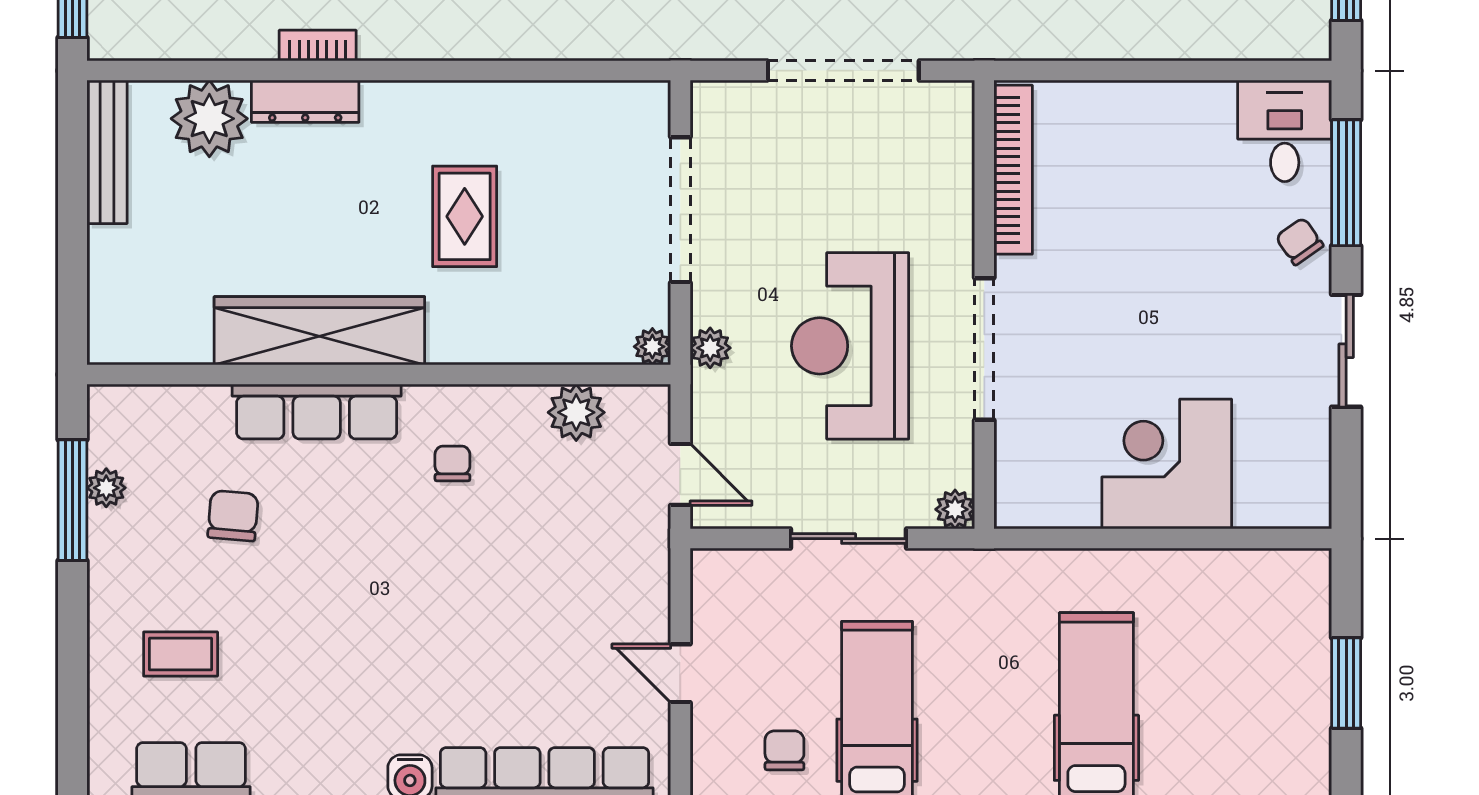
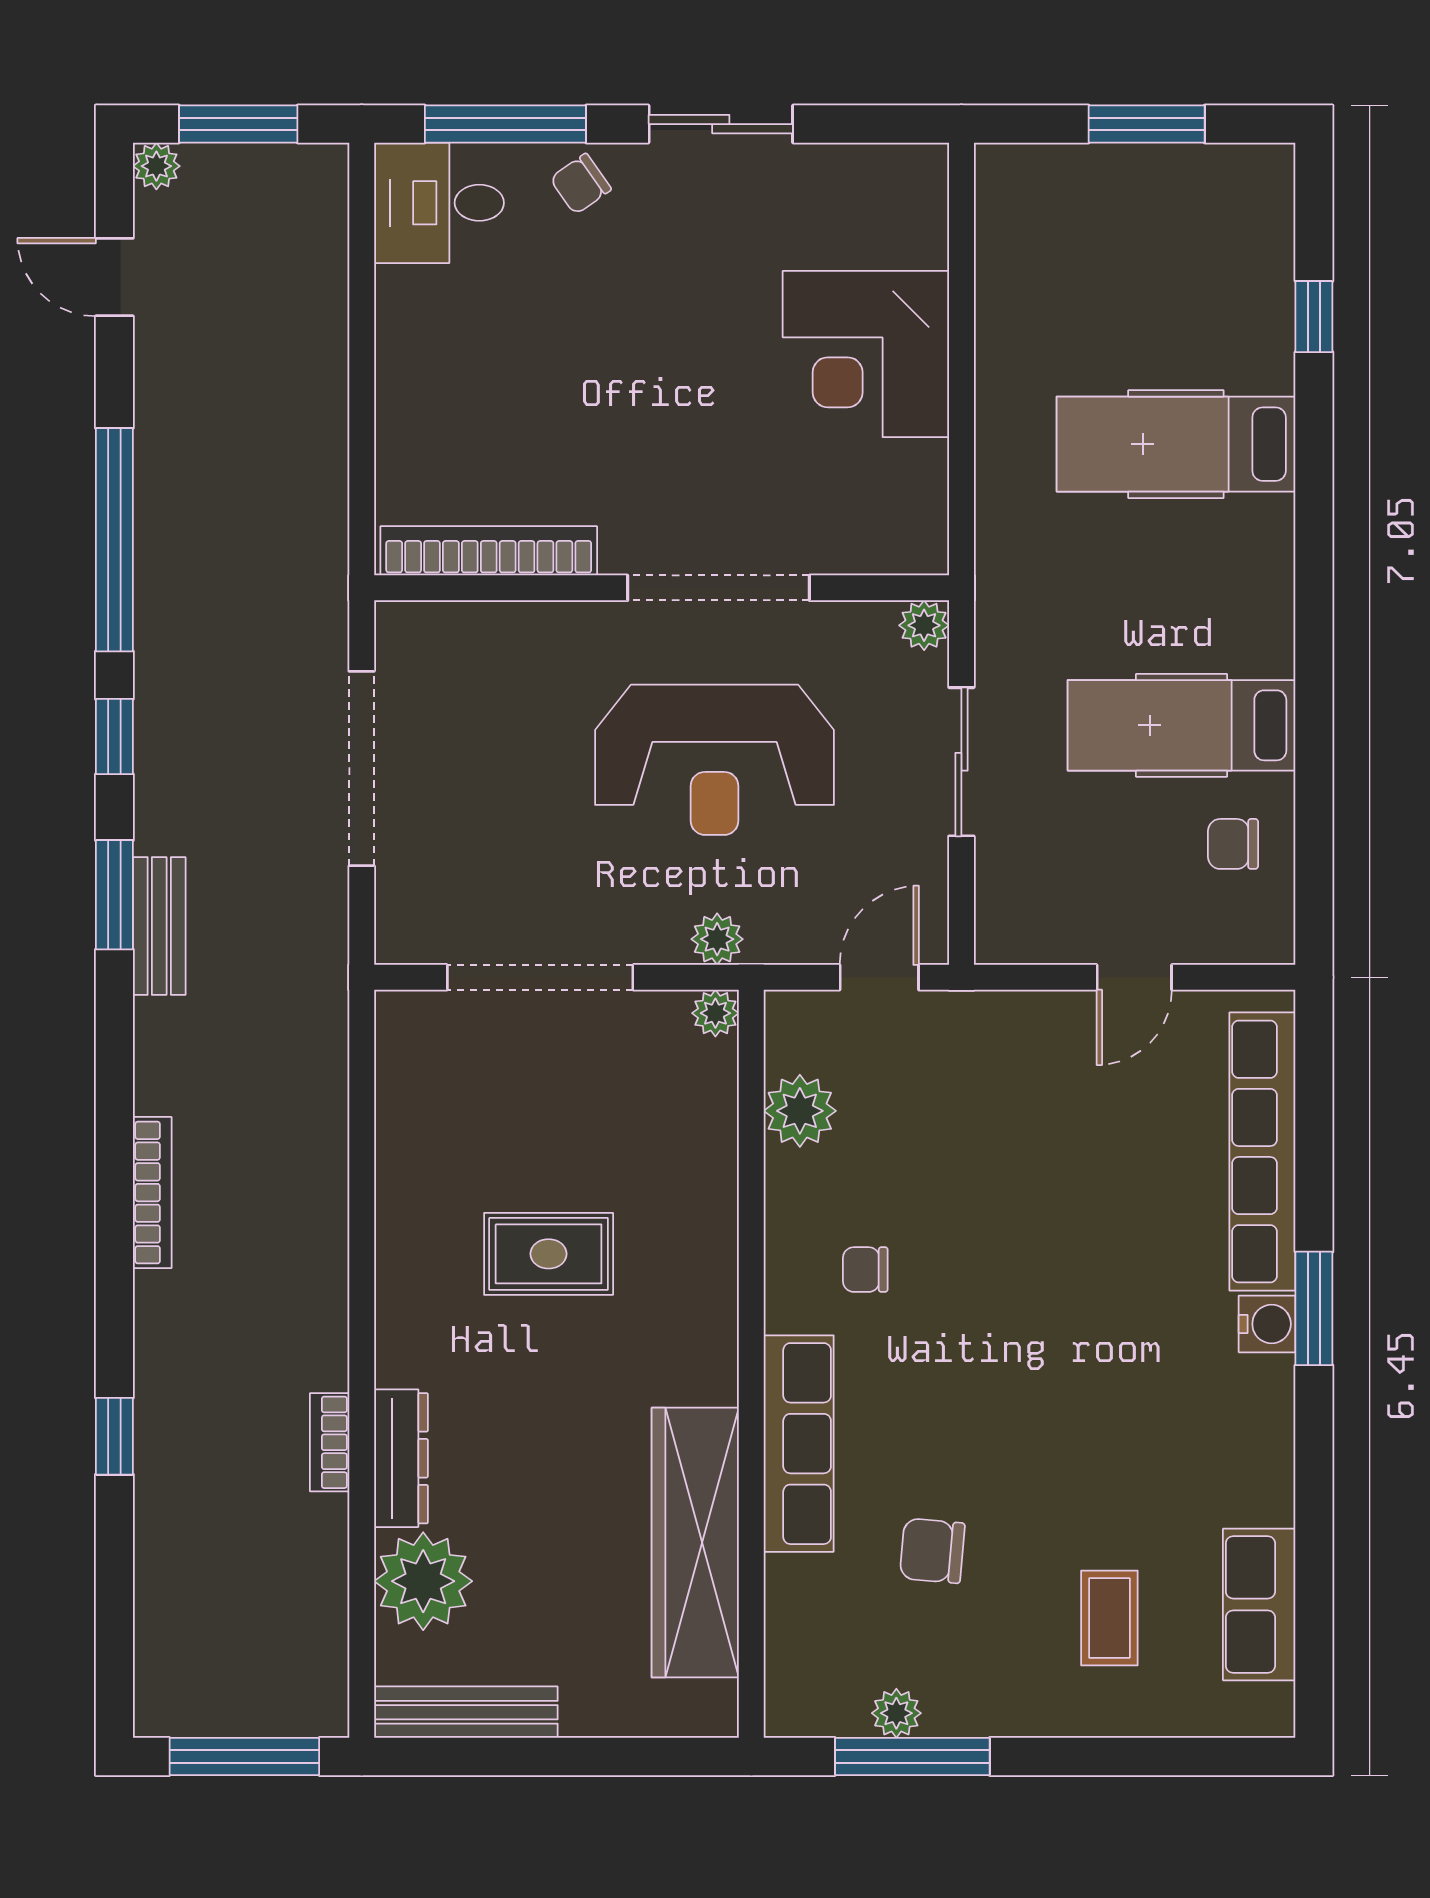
wardrobe: (319, 331) -> (695, 1543), moved

